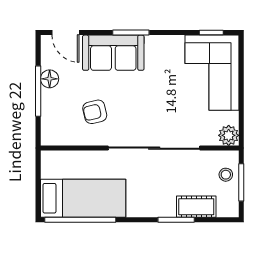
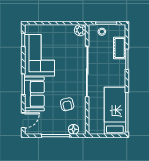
corner sofa: (212, 73) -> (39, 55), moved, turned -90
floor lamp: (50, 79) -> (73, 129), moved

